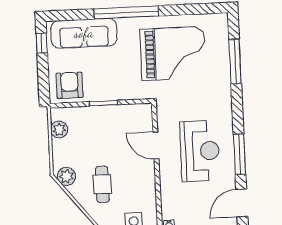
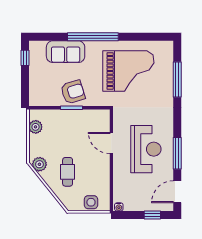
sofa: (84, 33) -> (66, 52), width x0.73
armchair: (70, 85) -> (73, 92), moved, turned 73

